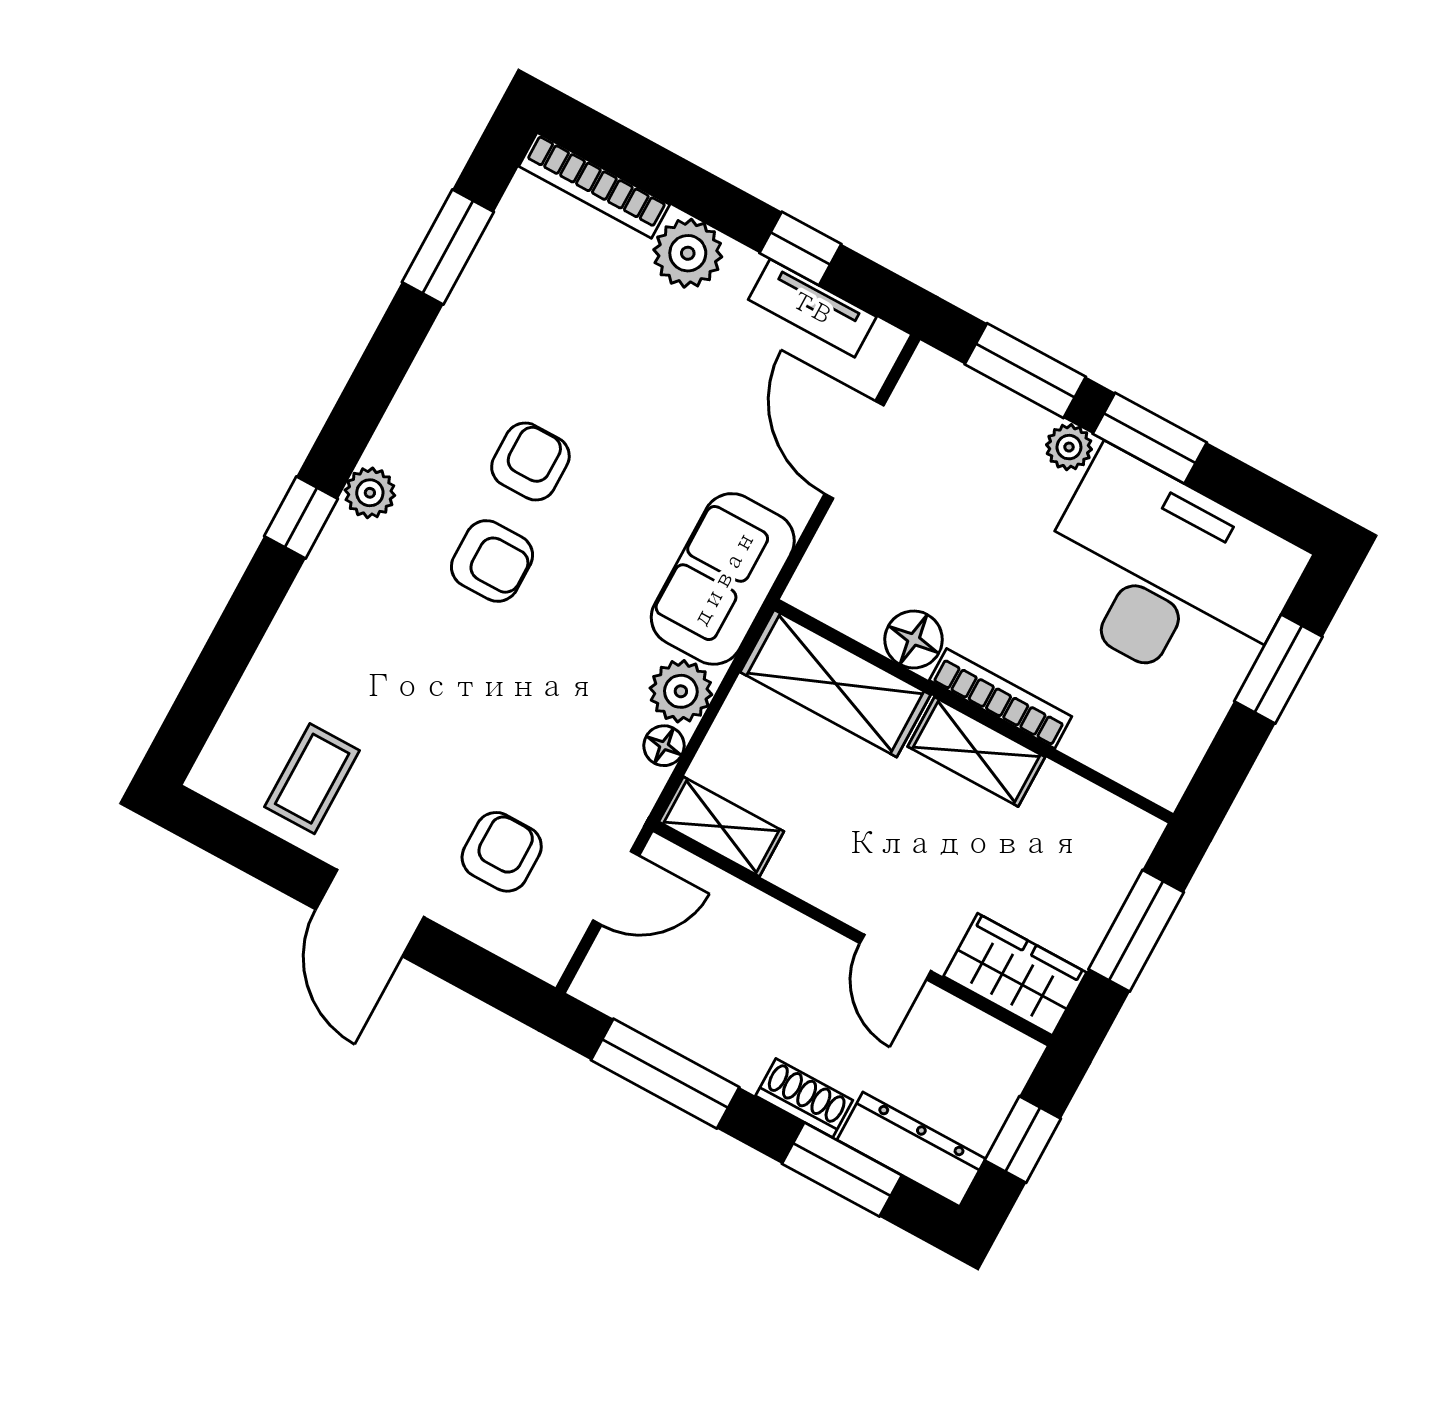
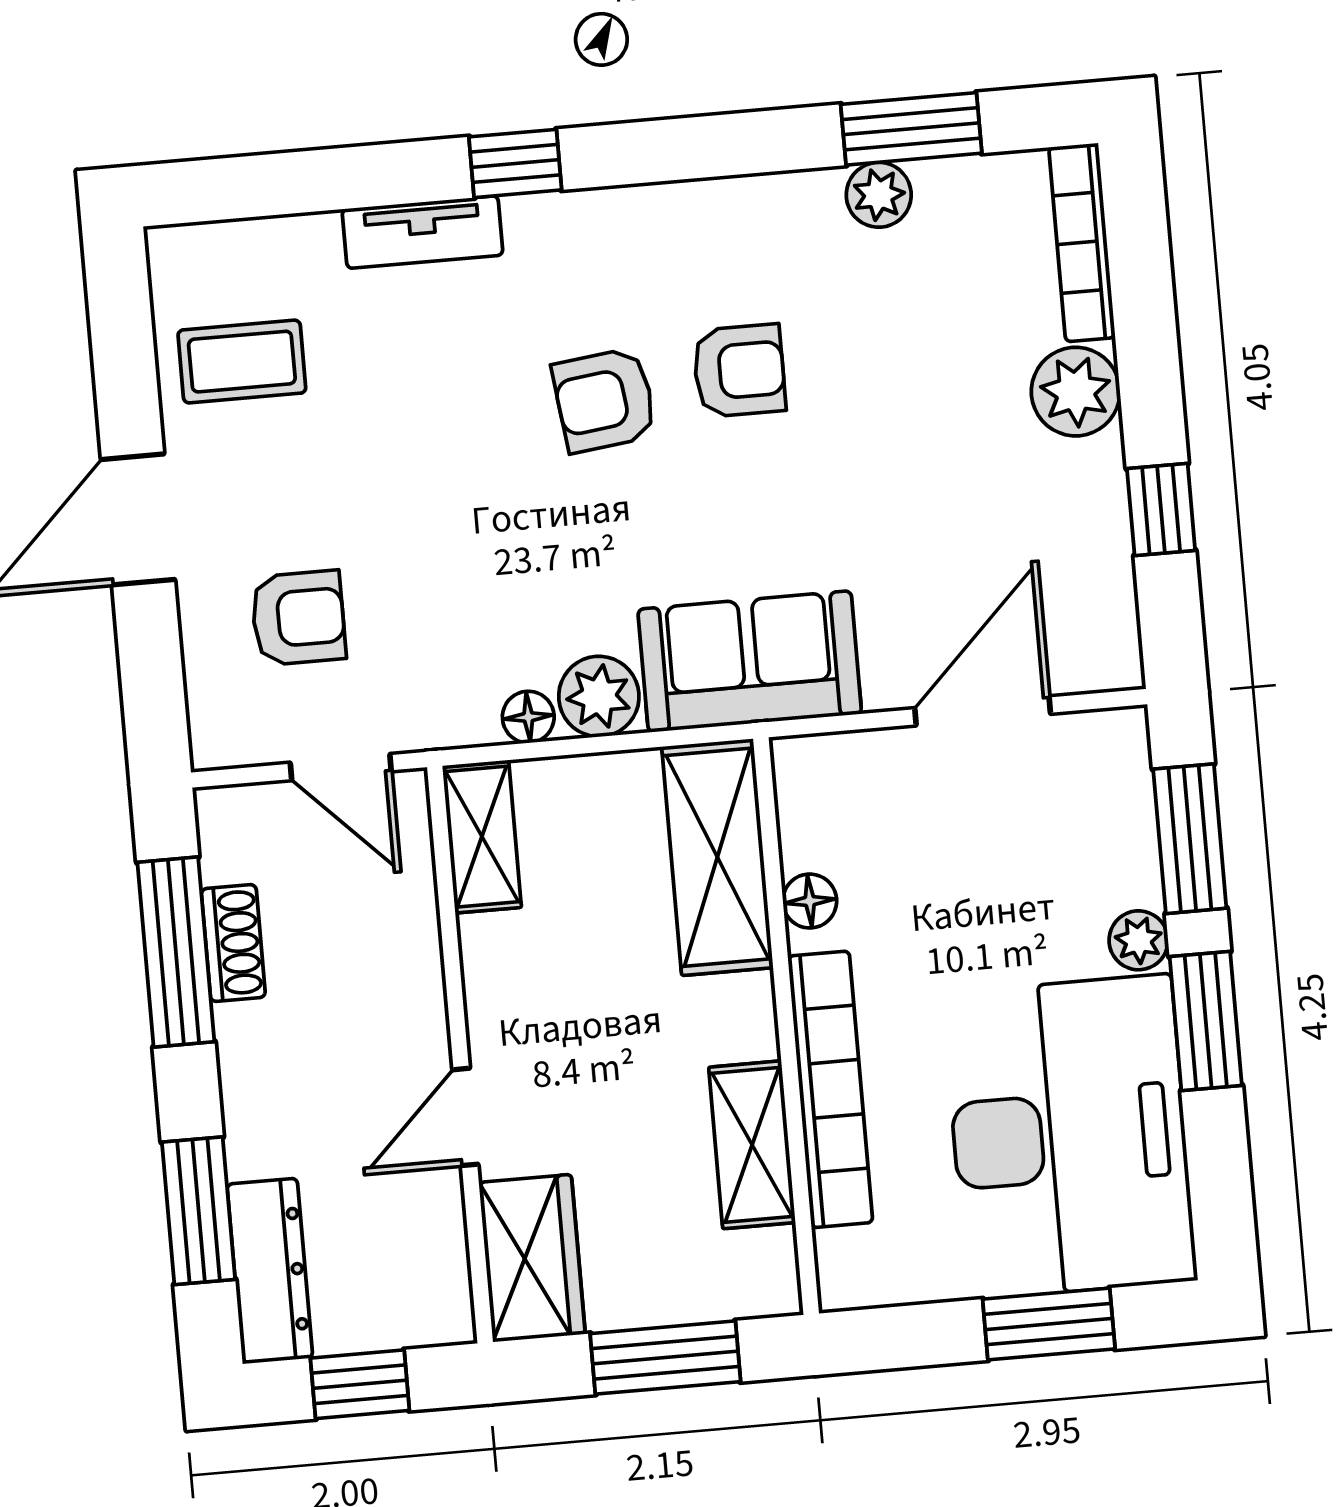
tv unit: (812, 308) -> (423, 232), moved, turned -90
plant: (370, 493) -> (879, 195), moved
armchair: (492, 561) -> (605, 400), turned 83
floor lamp: (914, 639) -> (810, 901), width x0.73, depth x0.73
bookcase: (1001, 698) -> (830, 1089), width x1.48, depth x1.31
shelving: (976, 752) -> (752, 1145), moved
shoe rack: (804, 1098) -> (233, 943), moved

